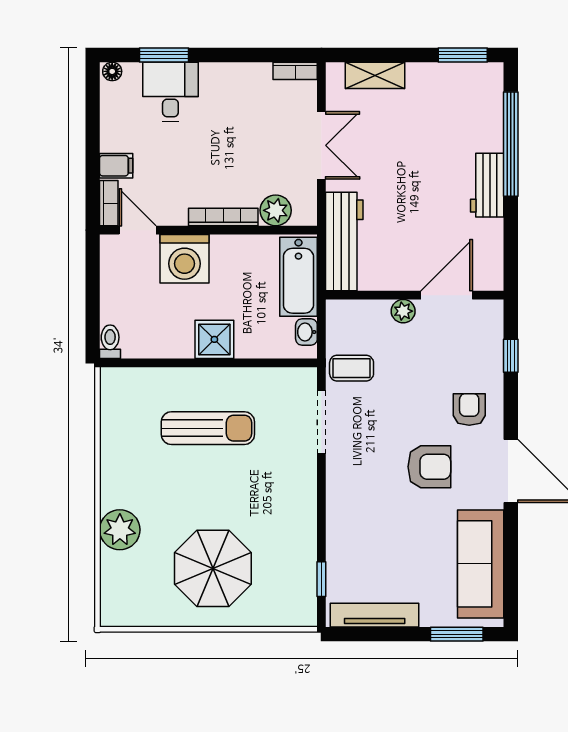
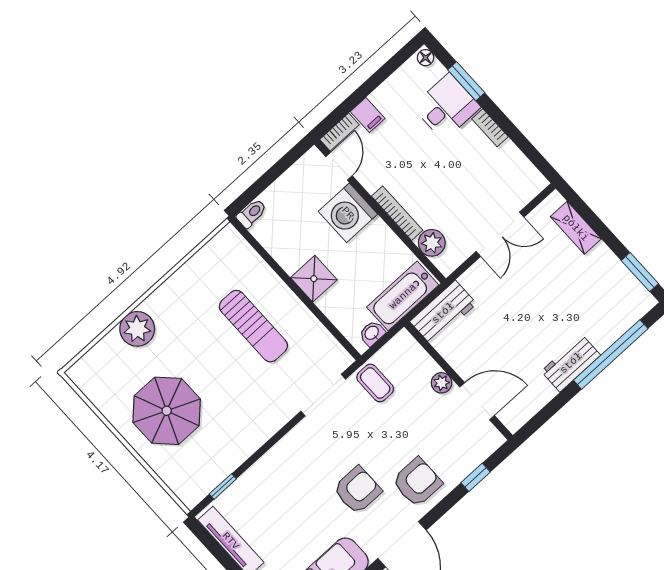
bookcase: (295, 71) -> (490, 128), moved
workbench: (344, 241) -> (443, 313), width x0.73
armchair: (469, 409) -> (417, 482), width x1.38, depth x1.38
armchair: (429, 467) -> (357, 490), turned -90

